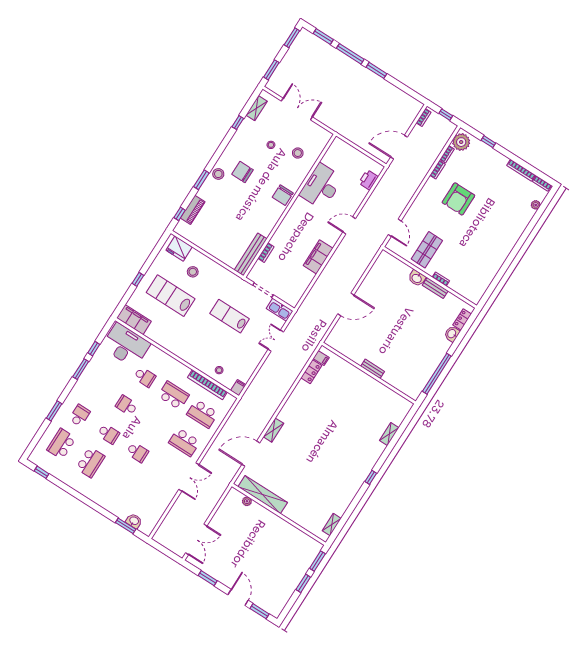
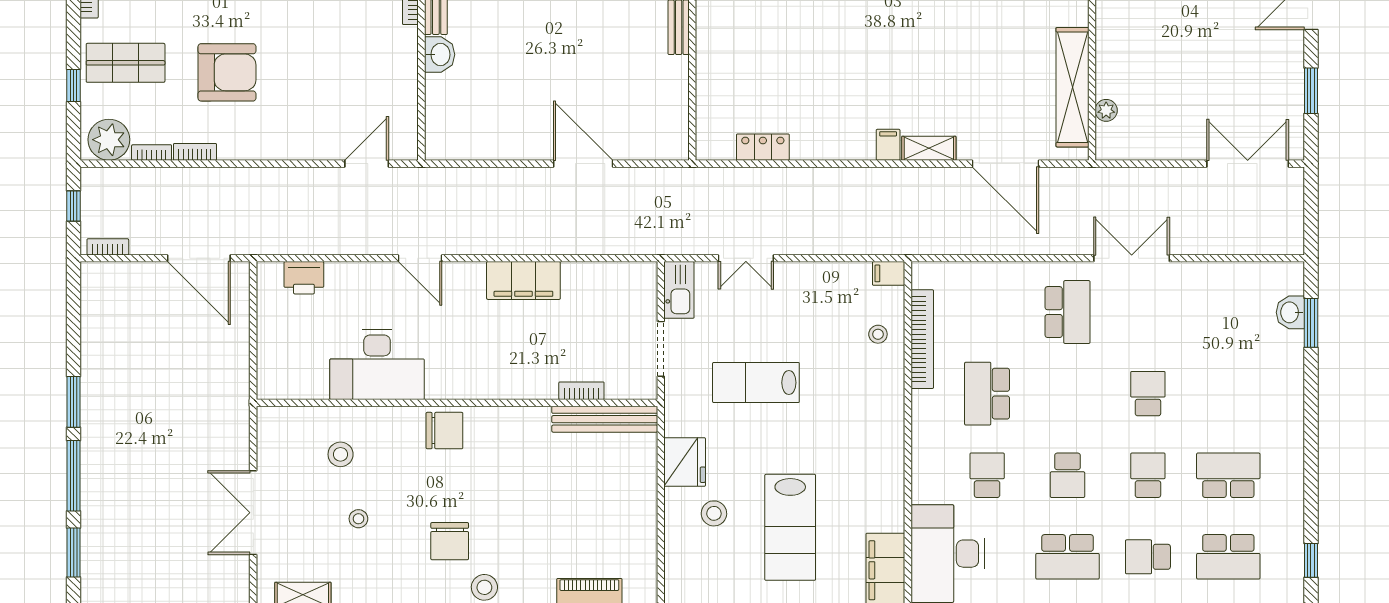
fridge: (179, 248) -> (685, 462), moved
shop shelf: (427, 250) -> (126, 63), moved
lab bench: (230, 316) -> (756, 383), turned 90
filing cabinet: (321, 358) -> (888, 145), moved
school desk: (202, 414) -> (1067, 557), moved, turned 90

